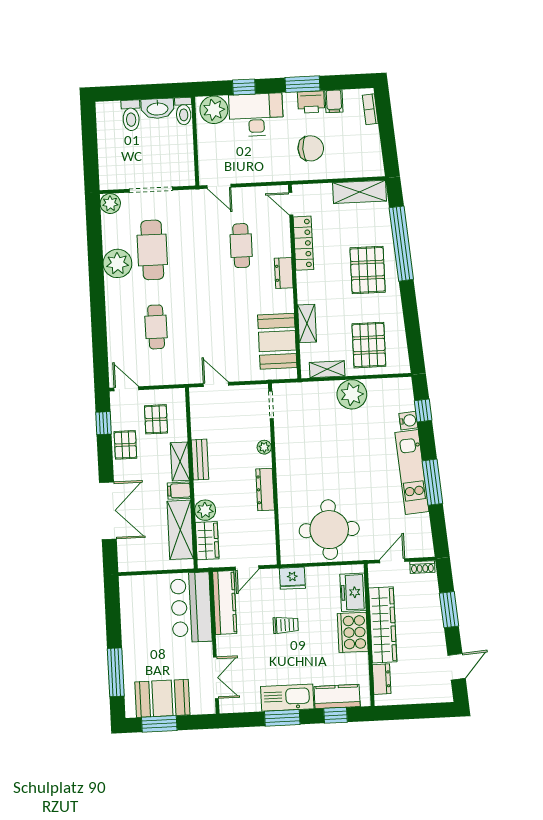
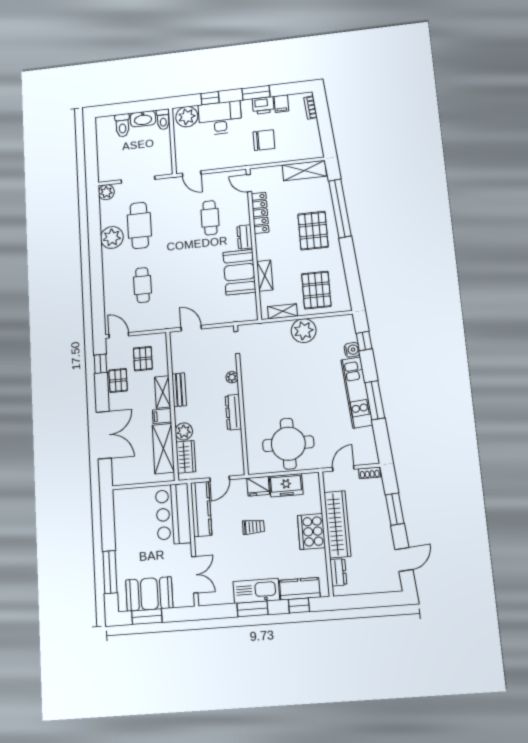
booth: (277, 341) -> (239, 272), moved
freezer: (353, 592) -> (286, 485), moved, turned -90

